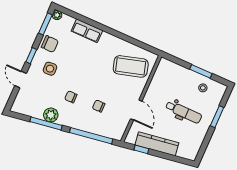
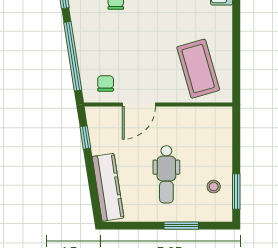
window: (201, 71) -> (236, 191), moved
chair: (99, 106) -> (106, 83), moved
kitchen counter: (157, 144) -> (108, 187), moved

